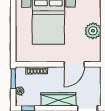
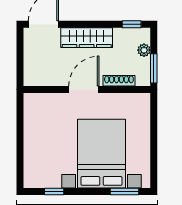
plant: (93, 31) -> (35, 140), removed
door: (74, 64) -> (84, 90), moved

